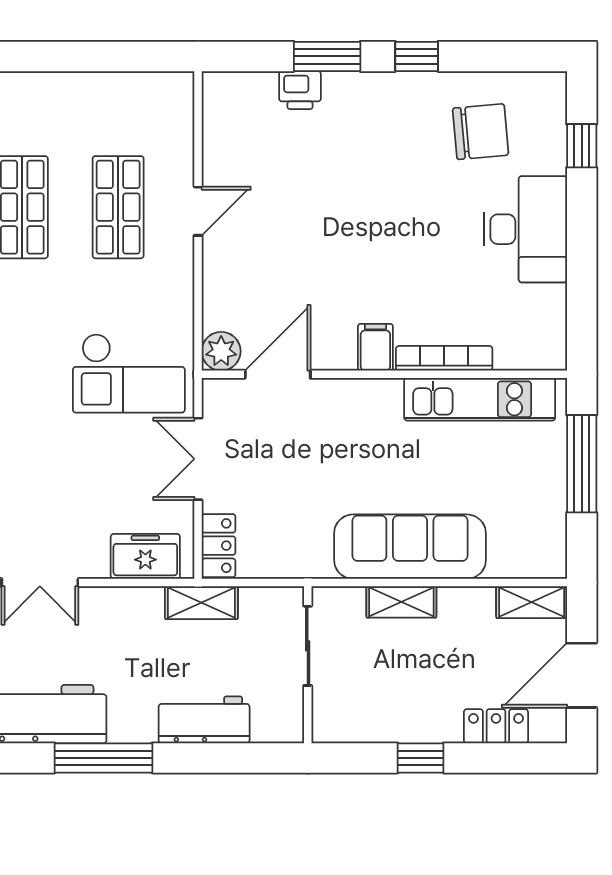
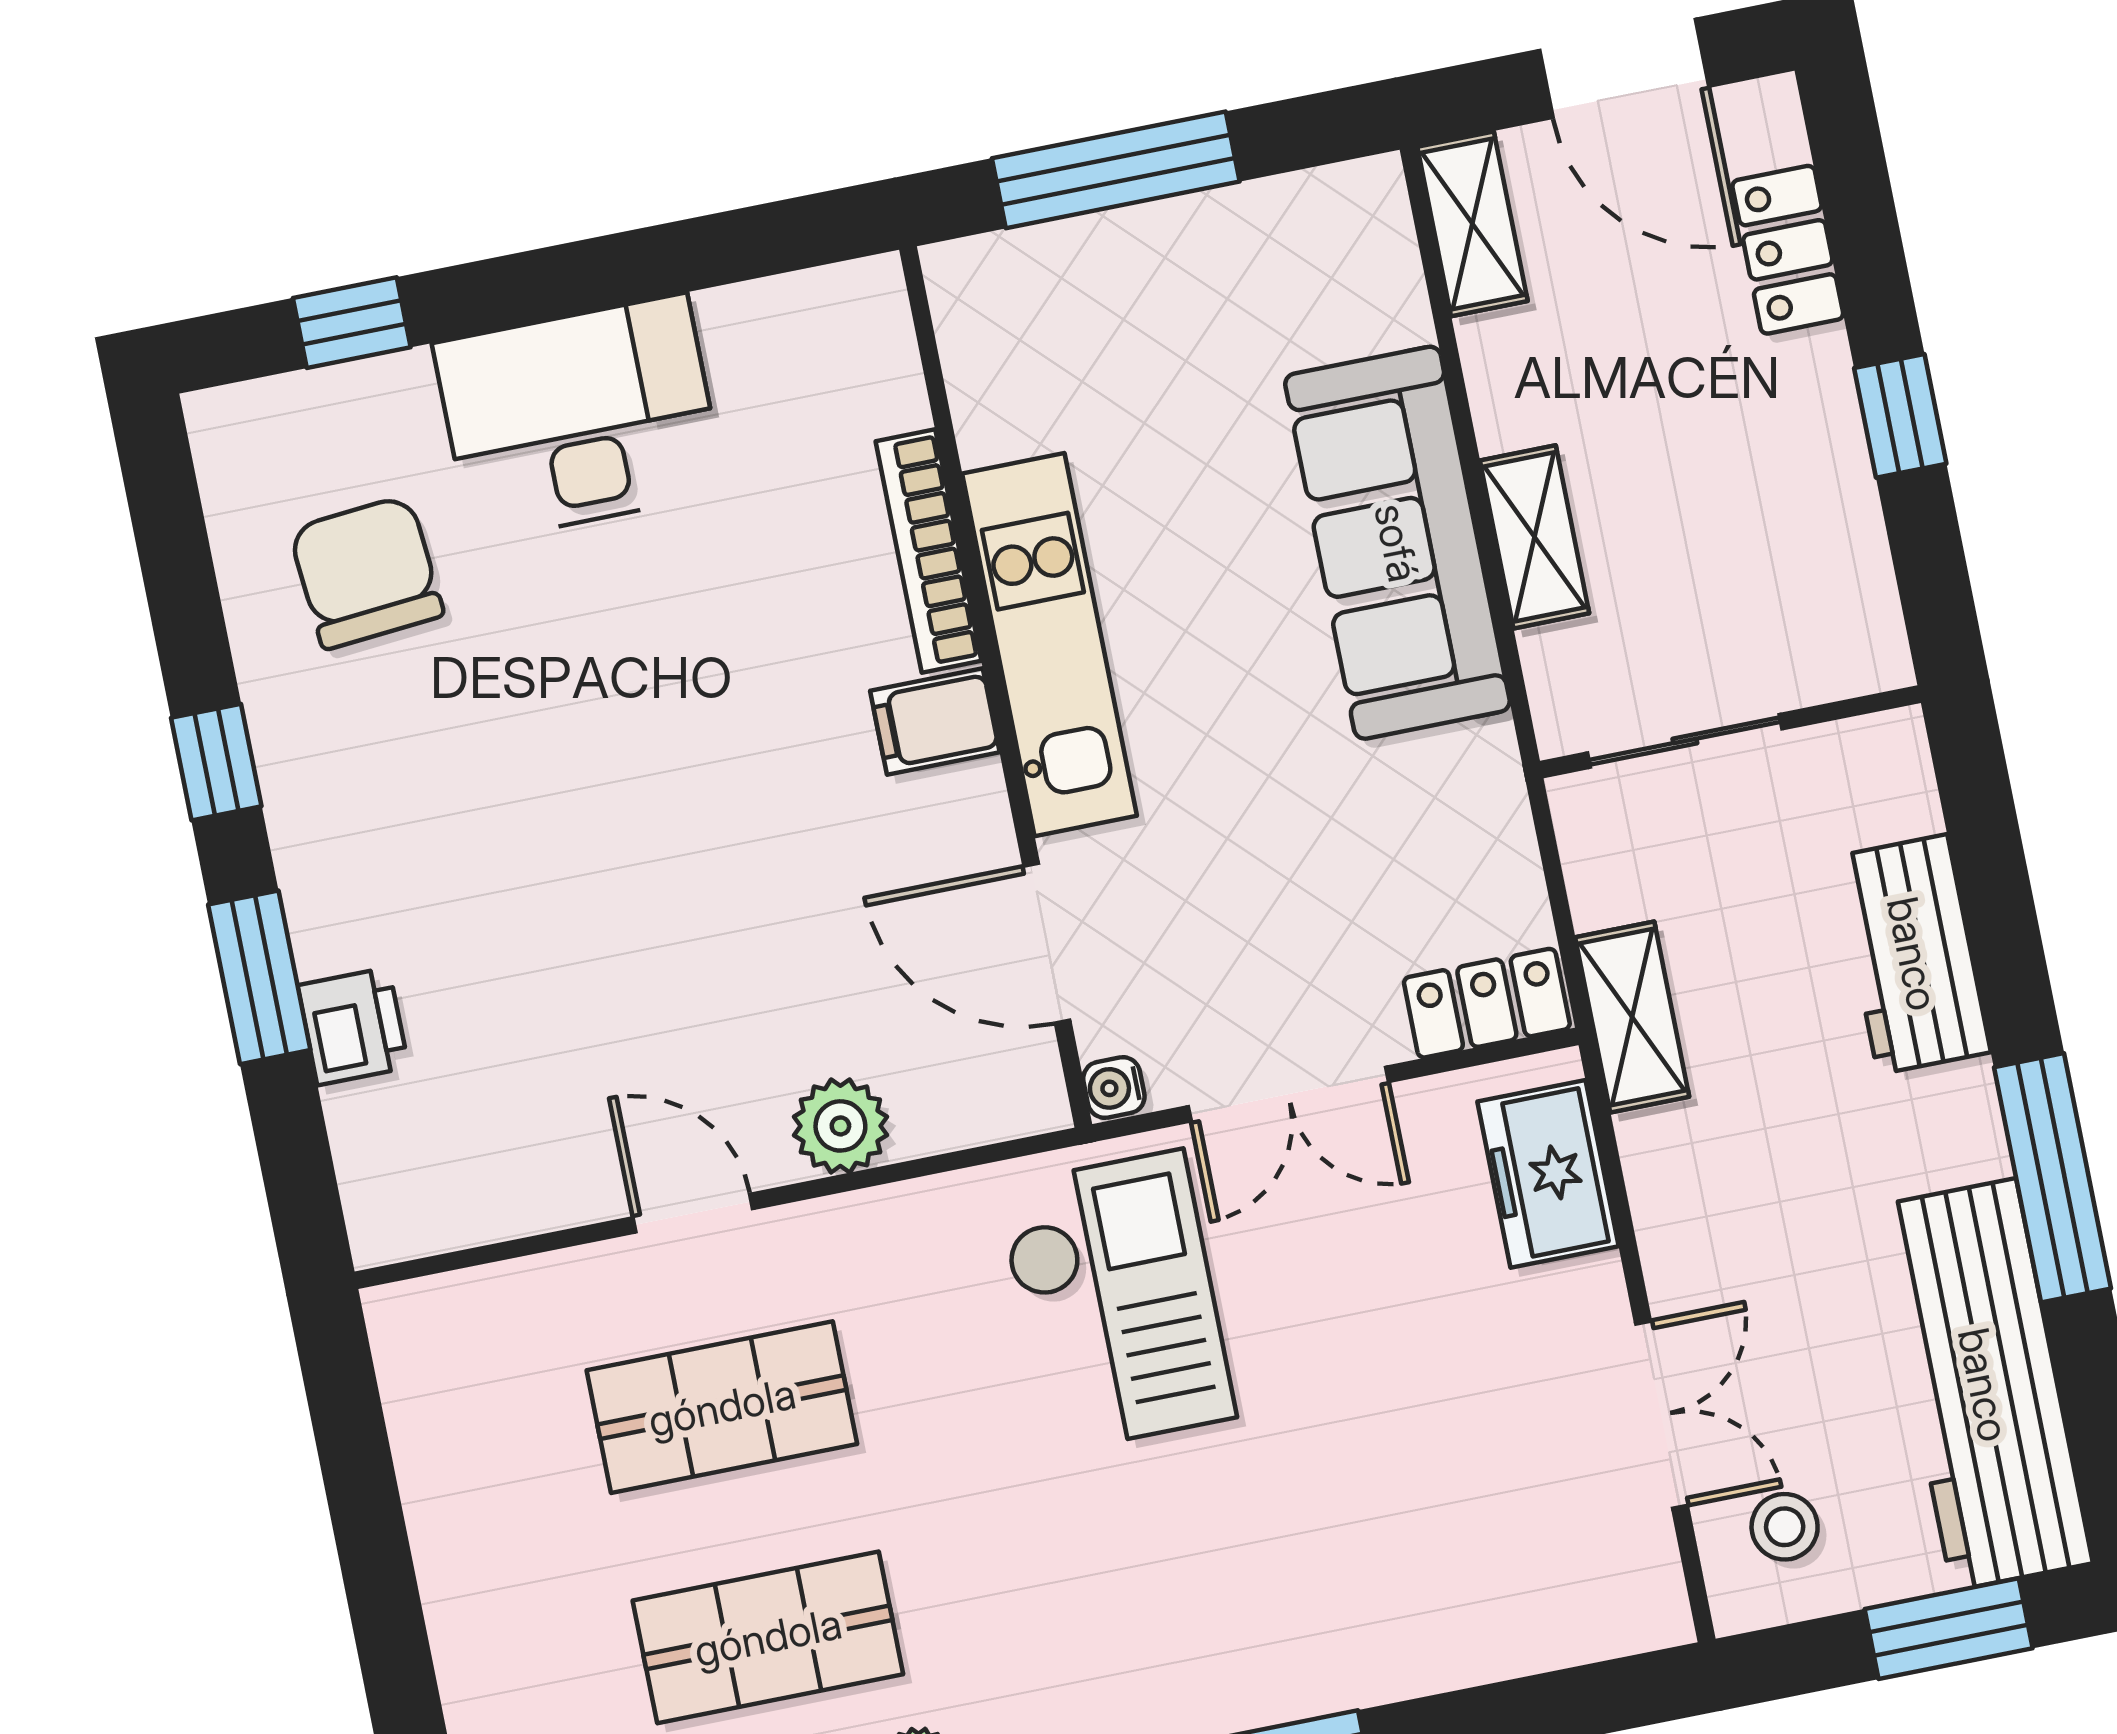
plant: (221, 351) -> (840, 1126), moved
water cooler: (215, 390) -> (1114, 1088), added
kitchen unit: (480, 399) -> (1050, 645), moved

